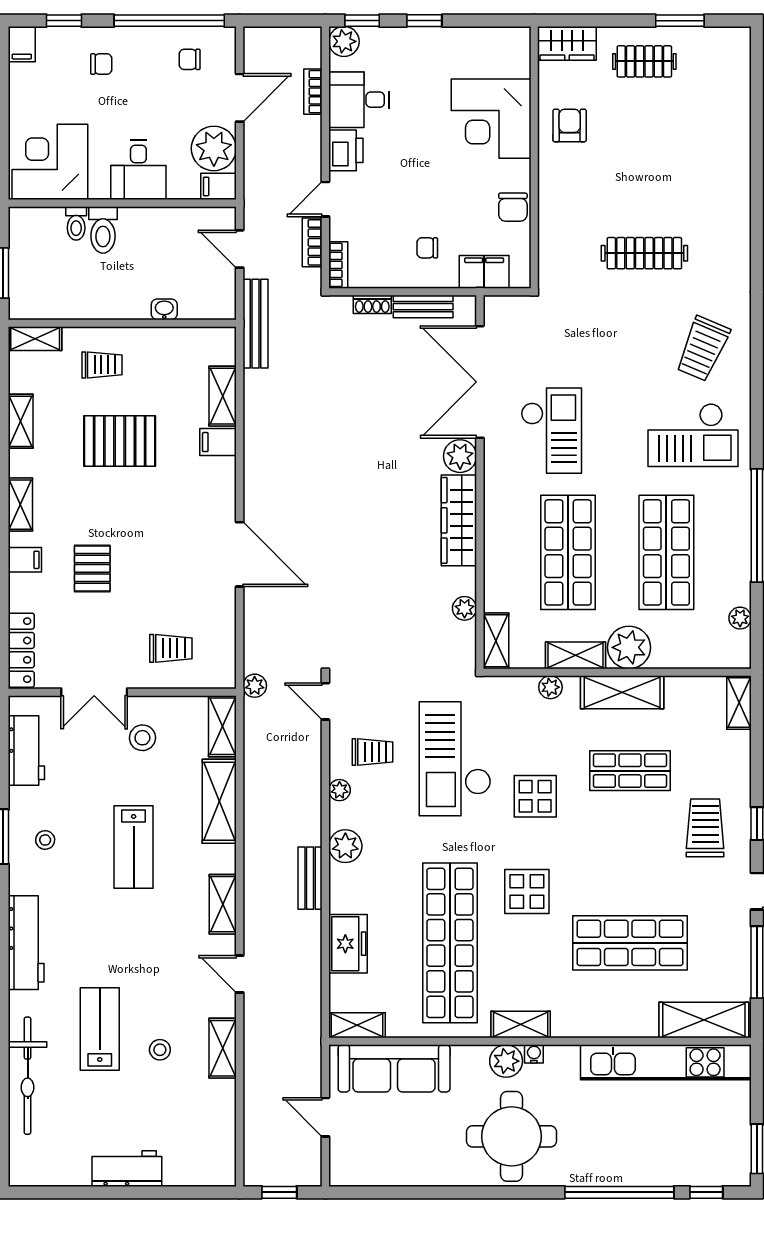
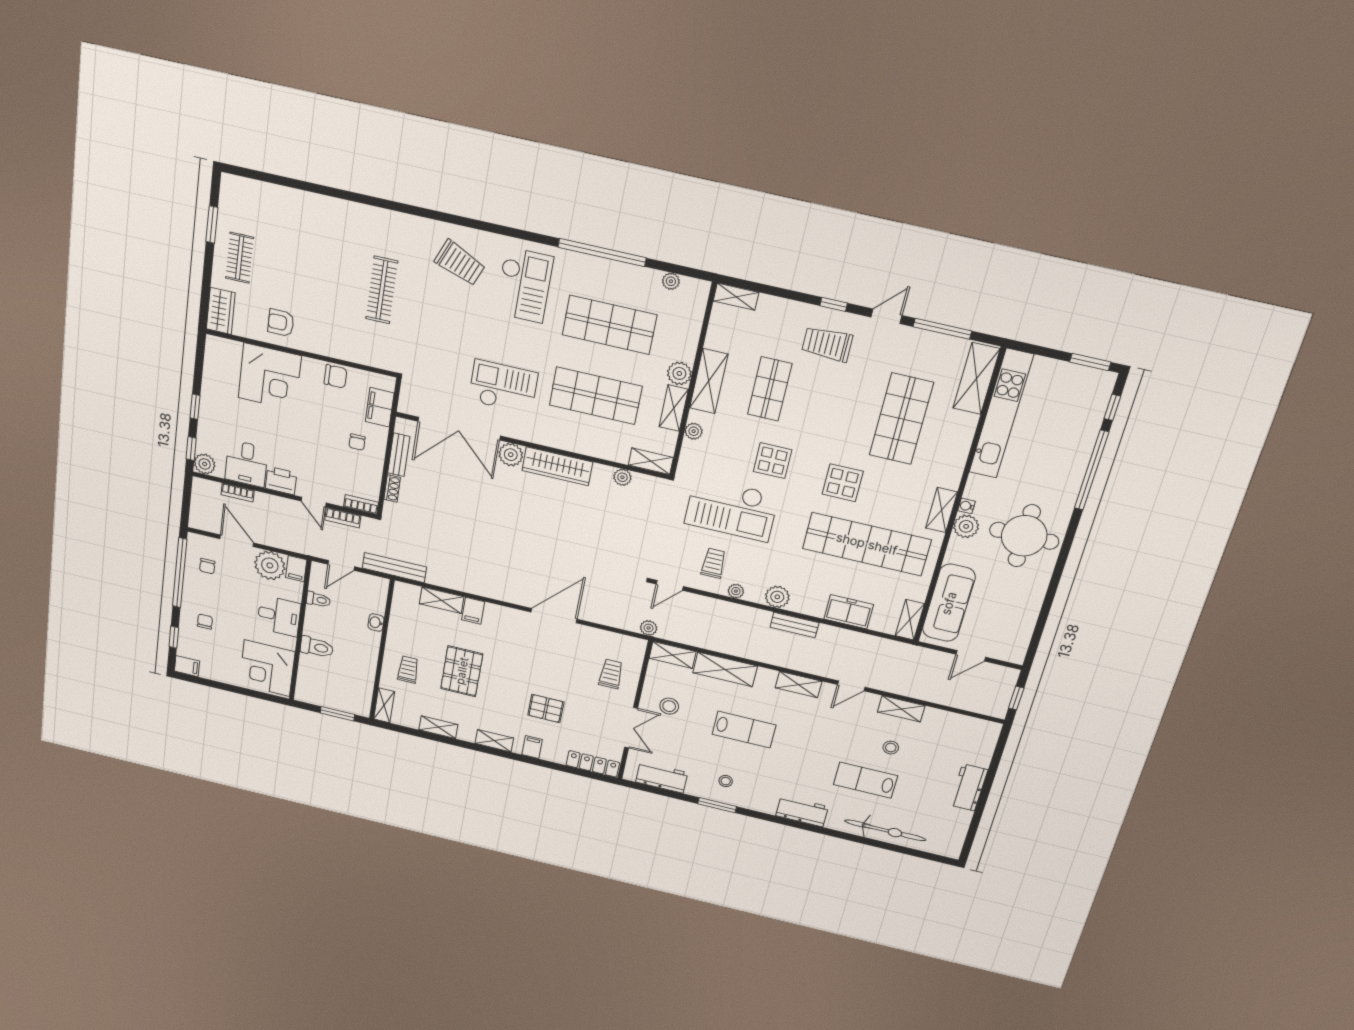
toilet: (76, 223) -> (318, 600), moved
plant: (629, 647) -> (679, 373), width x0.73, depth x0.73
workbench: (26, 943) -> (802, 811), width x0.73

